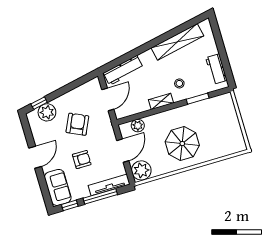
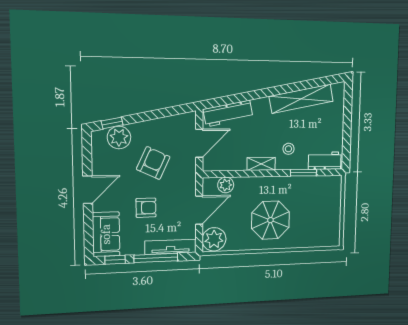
workbench: (216, 69) -> (325, 161), moved, turned 90

